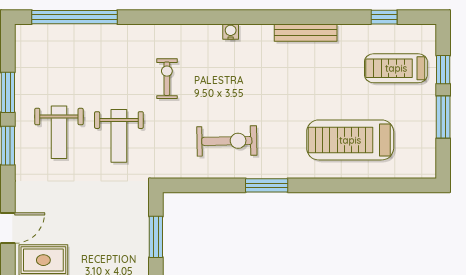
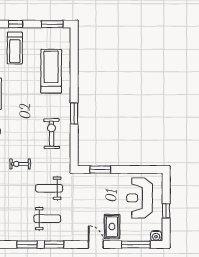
window: (443, 117) -> (52, 24), moved
weight bench: (119, 136) -> (49, 188), turned 180
treadmill: (350, 140) -> (51, 71), turned 180

